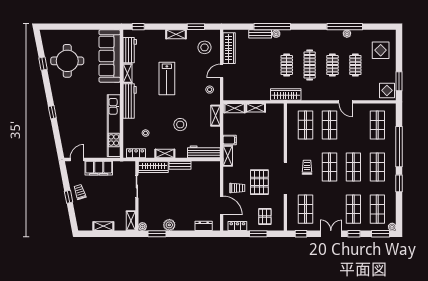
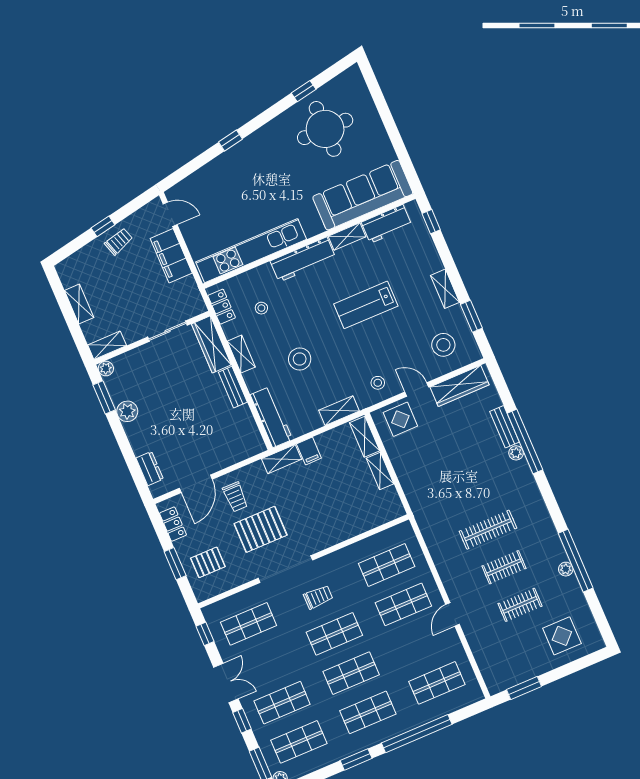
clothes rail: (287, 65) -> (472, 492), removed
display table: (387, 90) -> (400, 419), moved
wardrobe: (286, 95) -> (423, 511), removed

